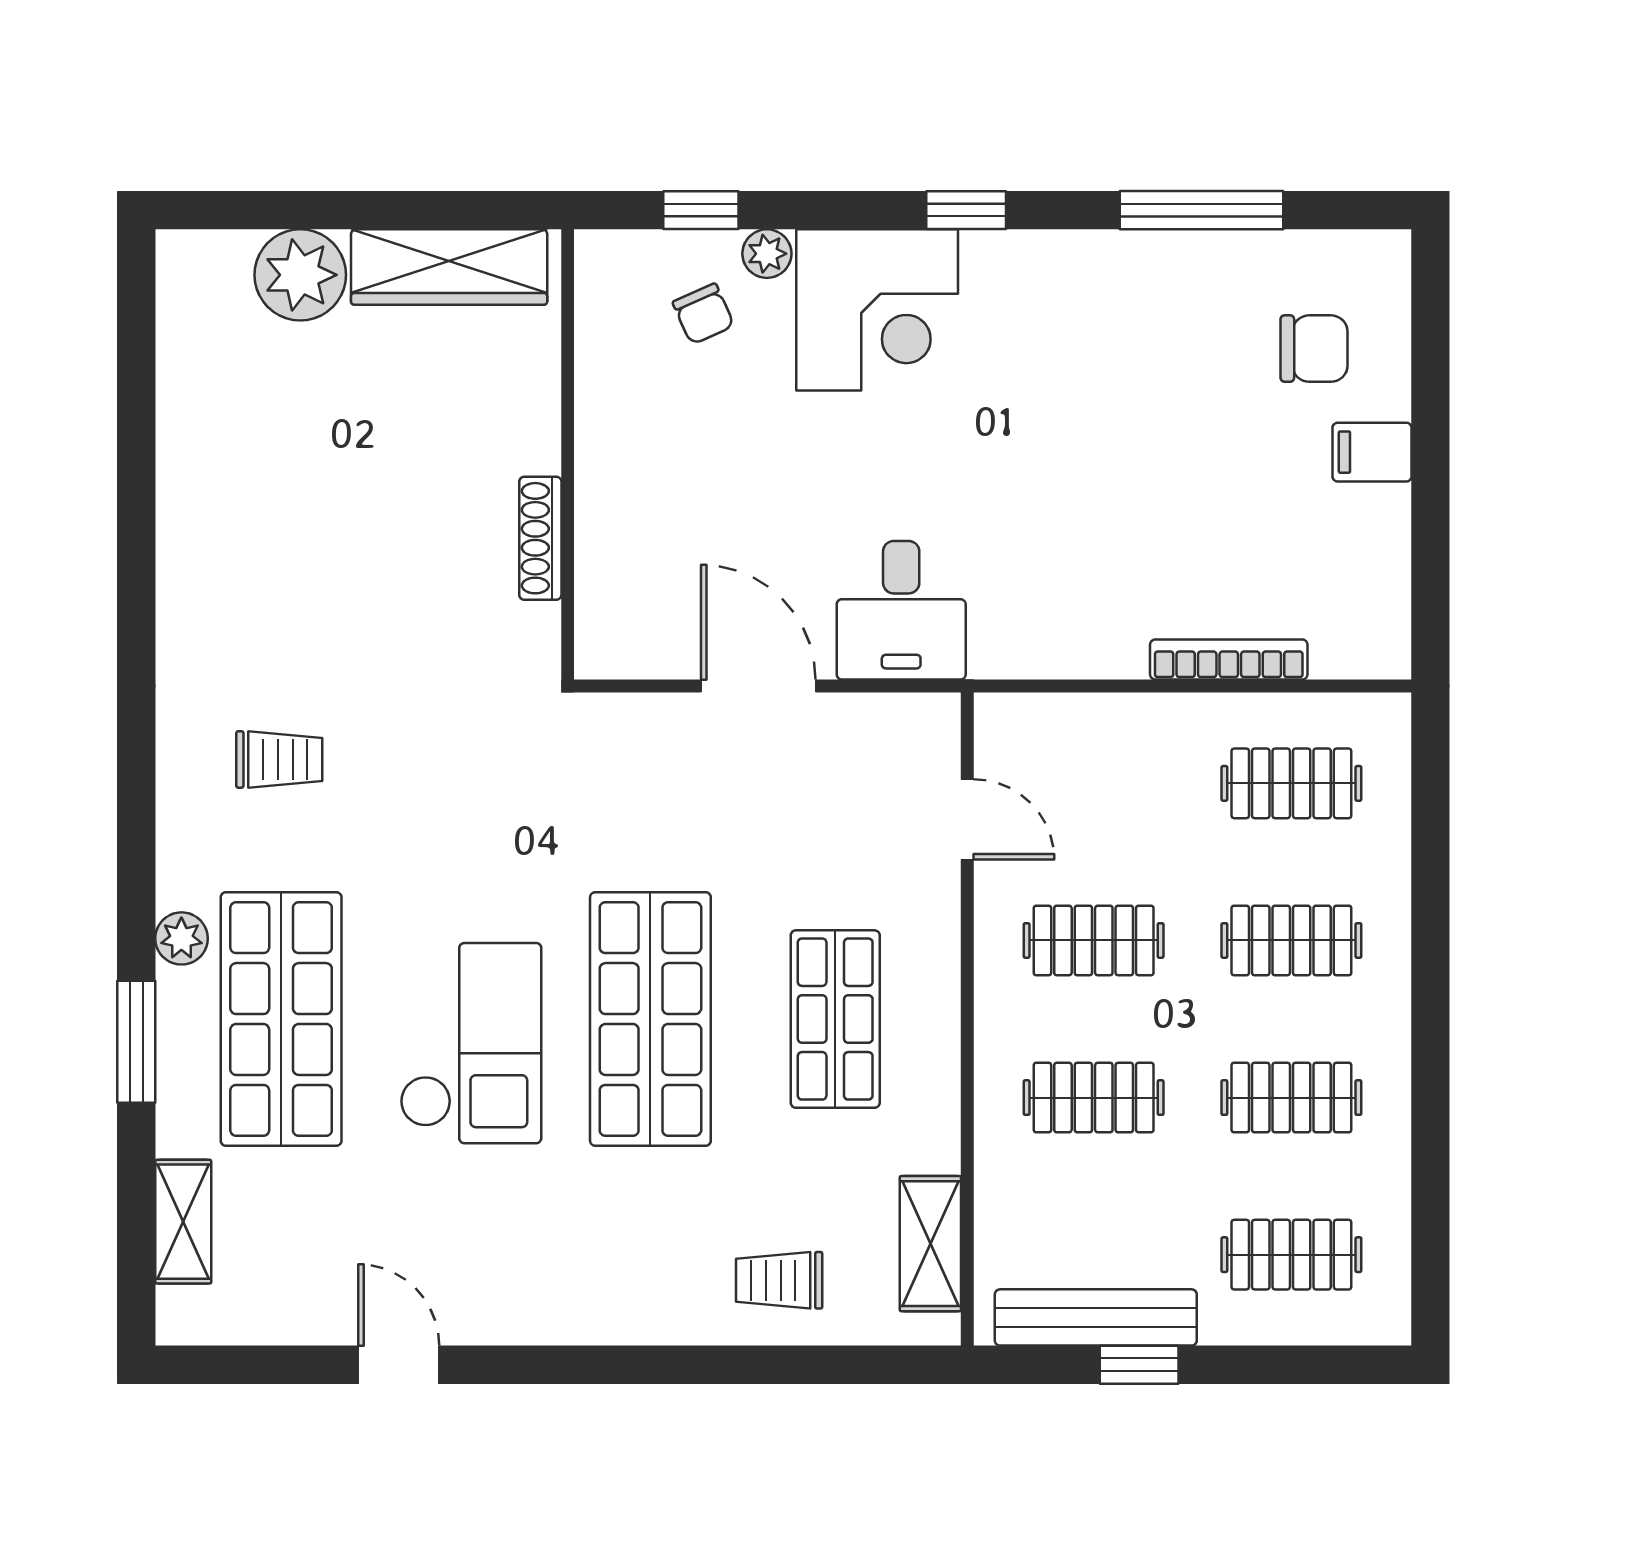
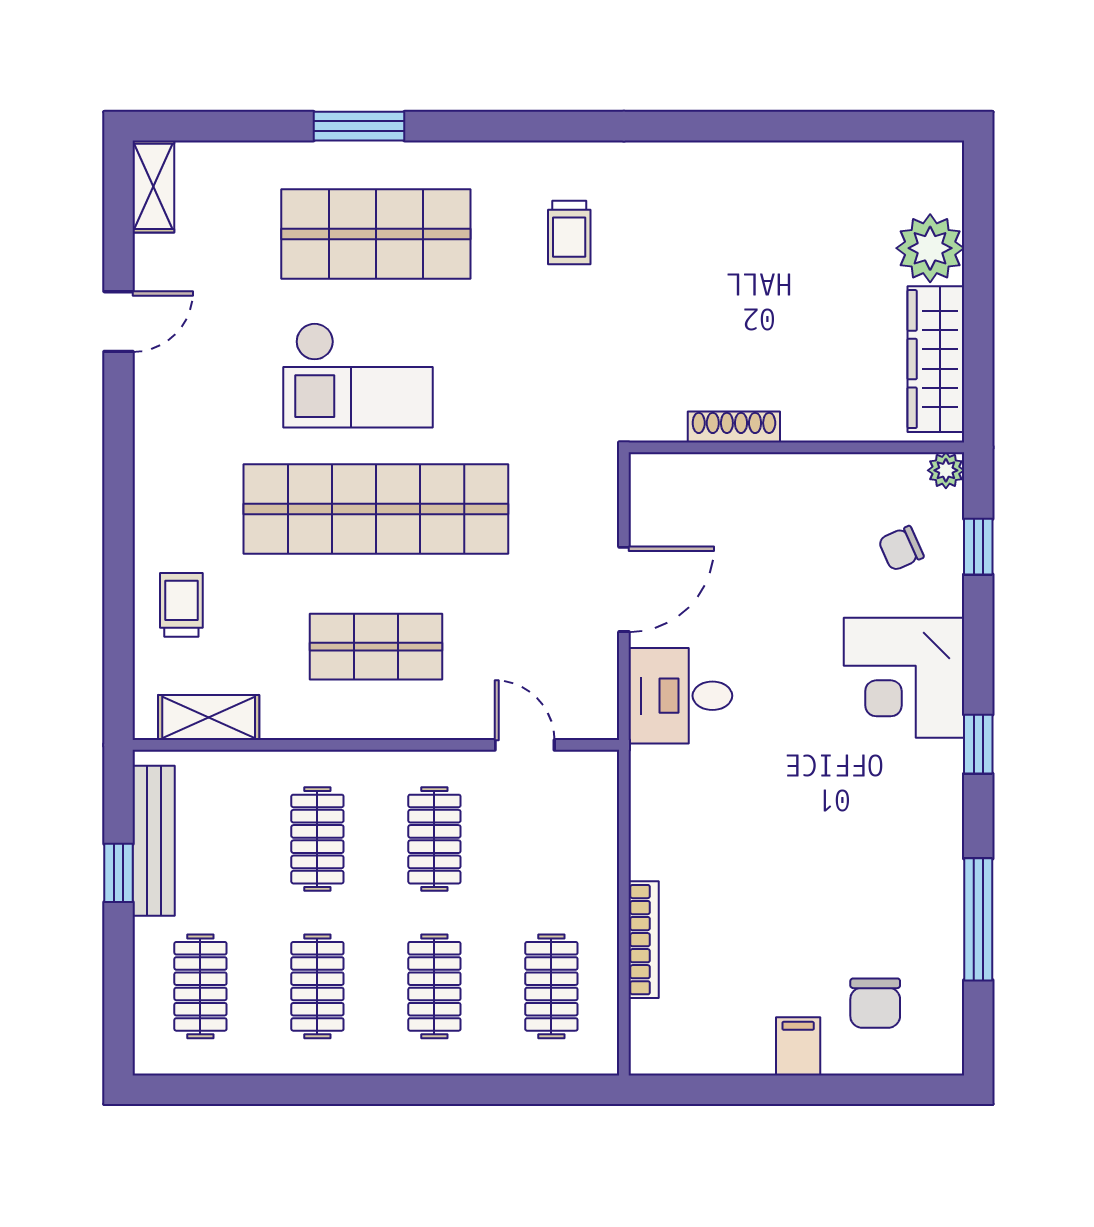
plant: (767, 254) -> (946, 470), moved
door: (967, 819) -> (525, 745), swing flipped
plant: (181, 938) -> (436, 160), removed
shop shelf: (650, 1019) -> (376, 509), width x1.40
shelving: (183, 1222) -> (153, 186), moved, turned 90

